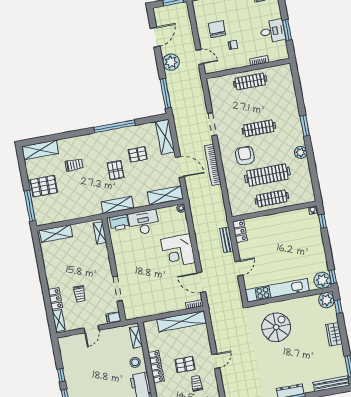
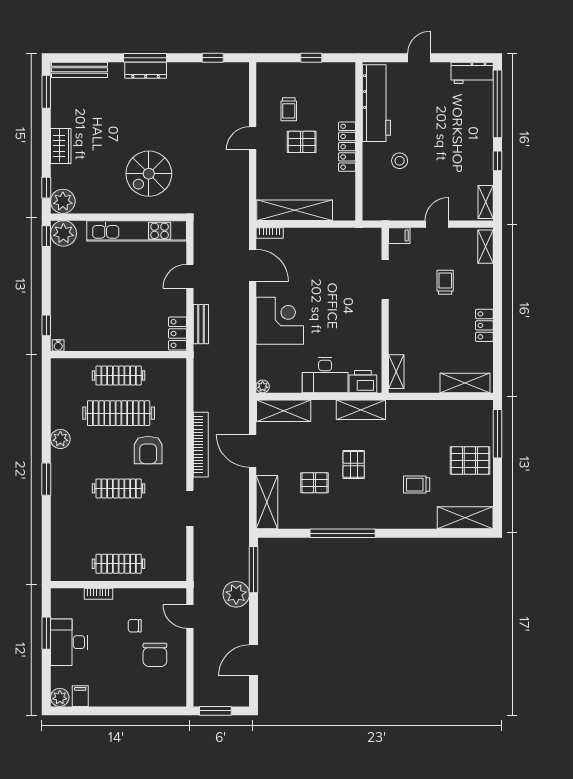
desk: (273, 31) -> (69, 642), width x1.37
plant: (171, 62) -> (236, 594), moved
locker: (55, 299) -> (484, 325), moved
shelving: (136, 337) -> (486, 202), moved
stool: (135, 362) -> (400, 161), moved

